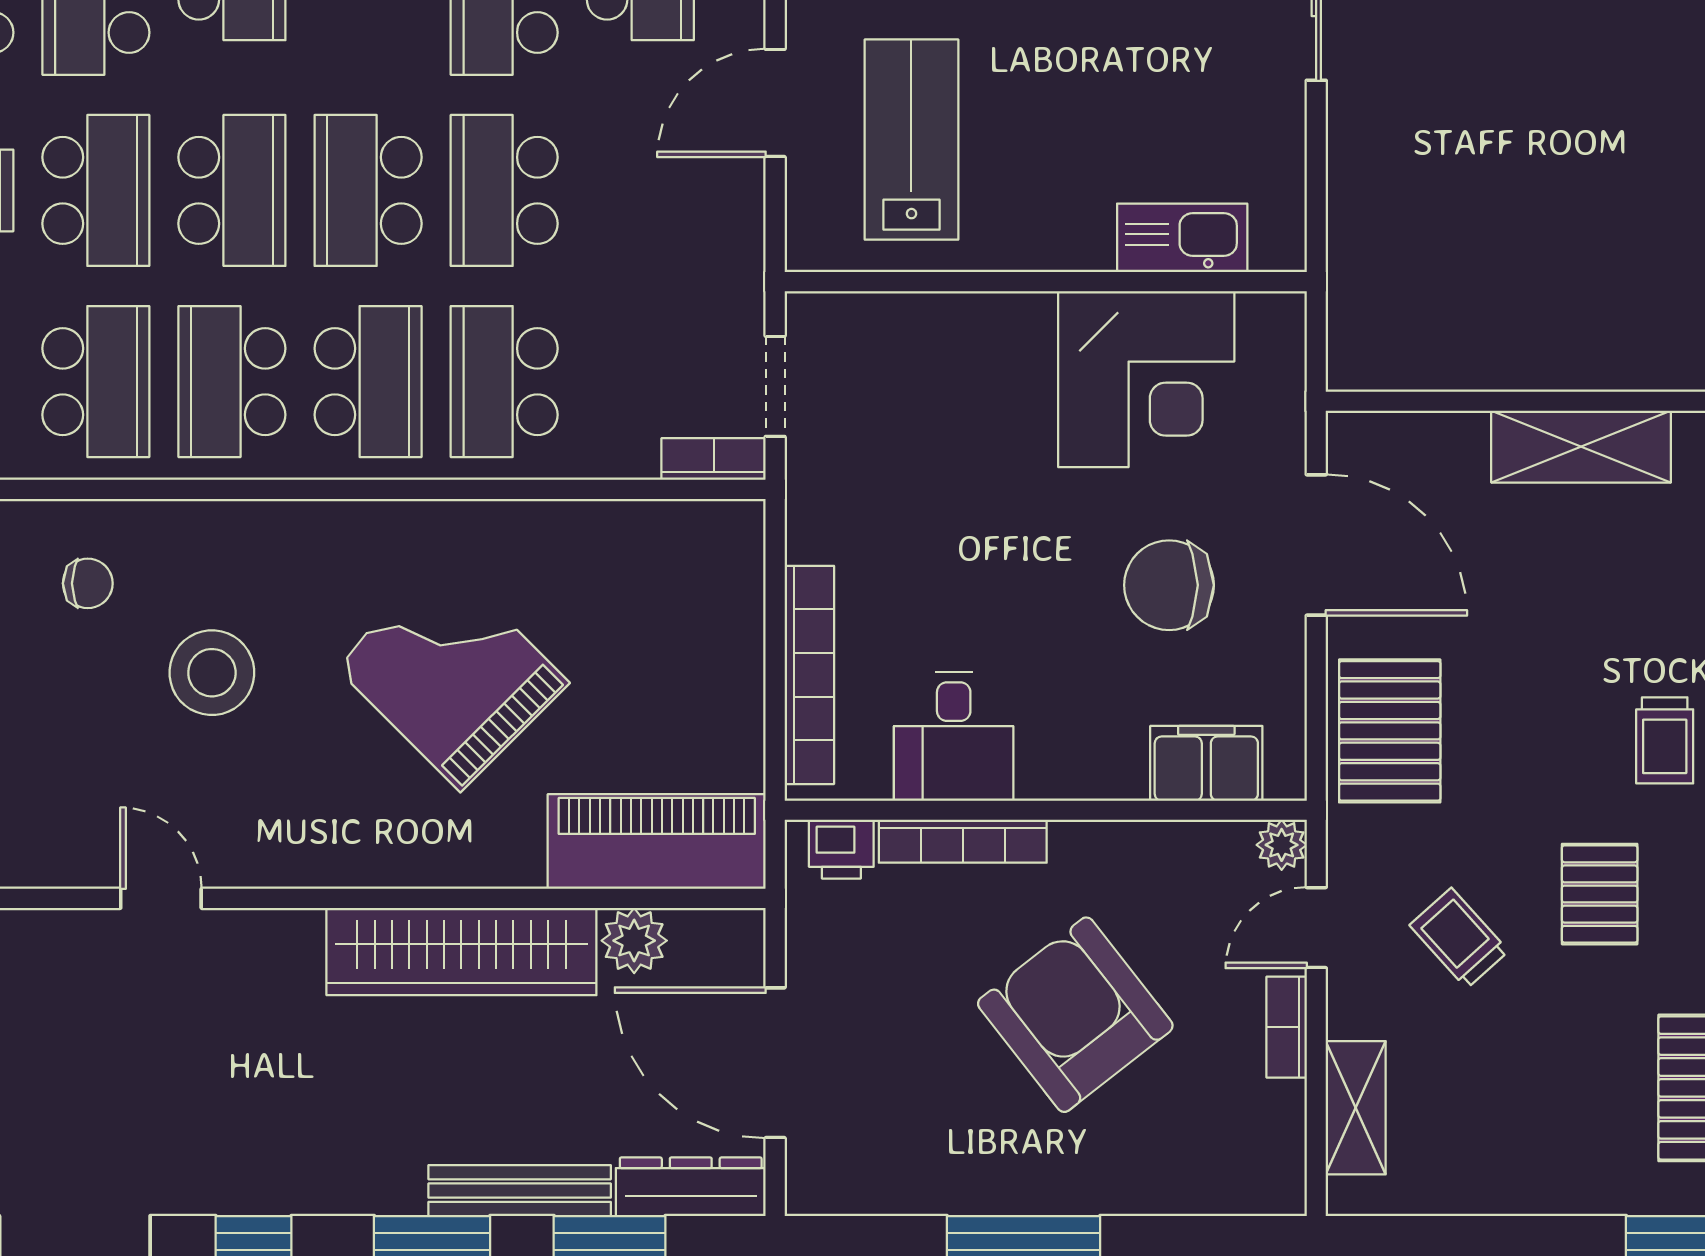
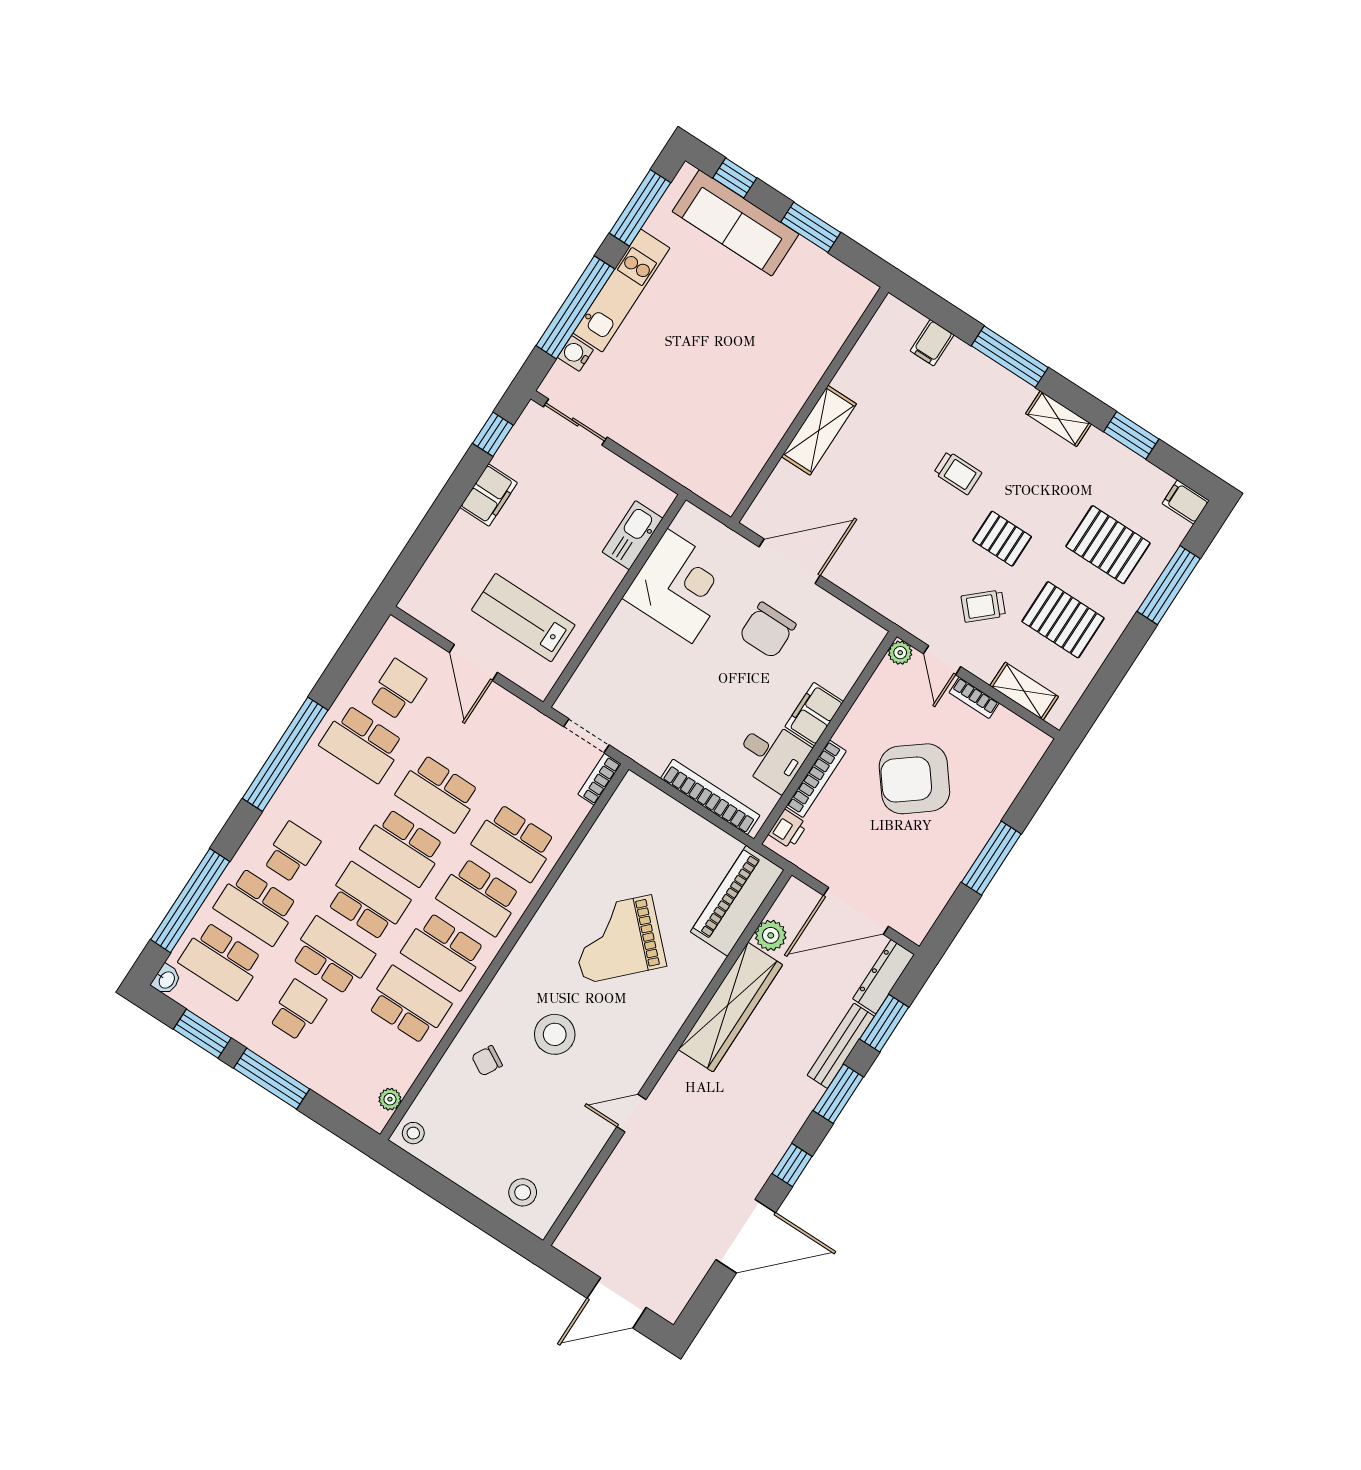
school desk: (368, 382) -> (479, 897), turned 180
chair: (88, 583) -> (487, 1061), turned -151
pallet: (1390, 731) -> (1063, 620), moved
filing cabinet: (1206, 763) -> (814, 714), moved

